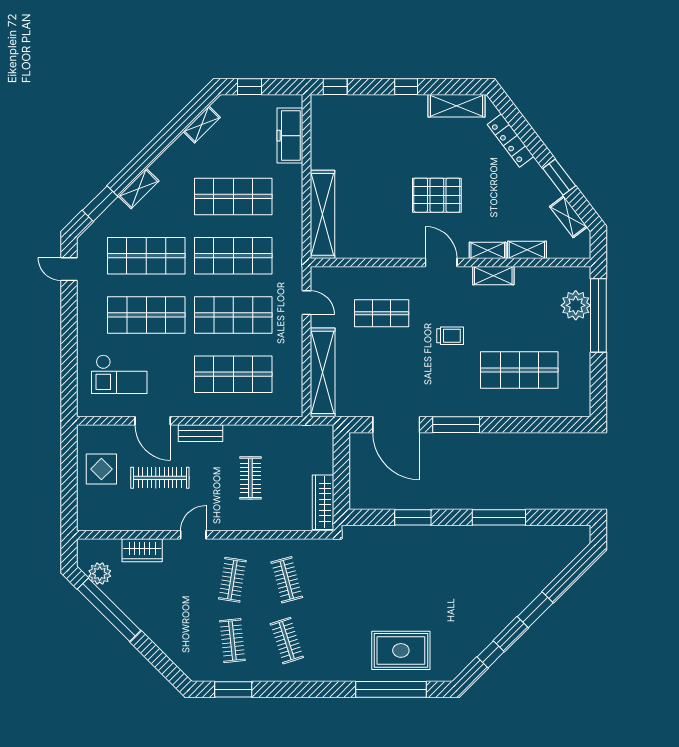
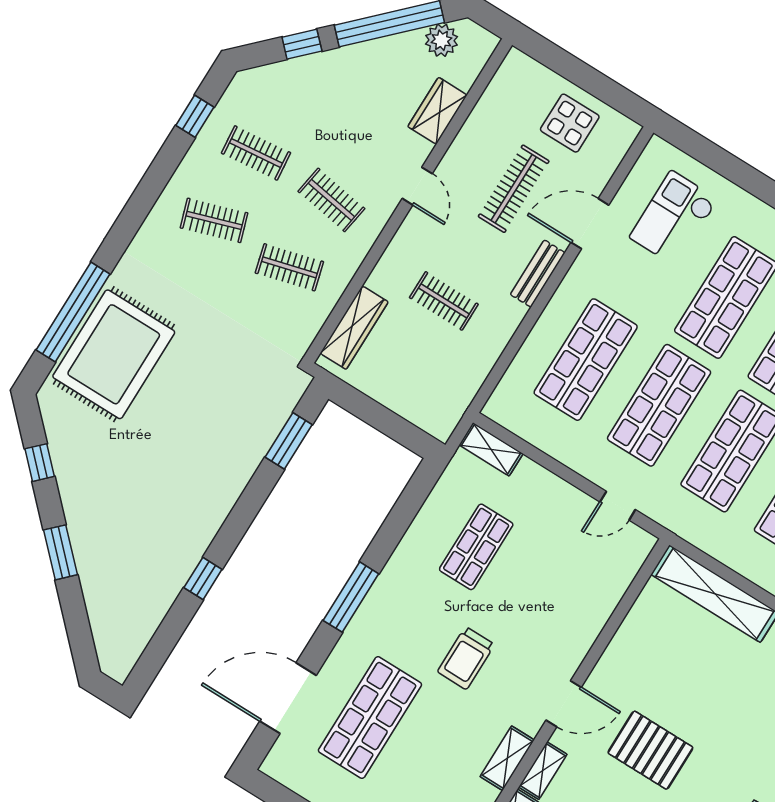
pallet: (437, 195) -> (650, 750), turned 90
shop shelf: (382, 313) -> (476, 547), moved
trolley: (450, 336) -> (466, 658), width x1.36, depth x1.39
shelving: (323, 372) -> (491, 449), width x0.45, depth x0.75
door: (396, 425) -> (288, 698), moved
wardrobe: (323, 502) -> (354, 328), moved, turned 90
window: (413, 517) -> (289, 441), moved
window: (499, 517) -> (203, 578), width x0.46
rug: (401, 650) -> (114, 354), width x1.37, depth x1.44
window: (152, 653) -> (302, 44), added
window: (233, 689) -> (195, 116), width x0.67

